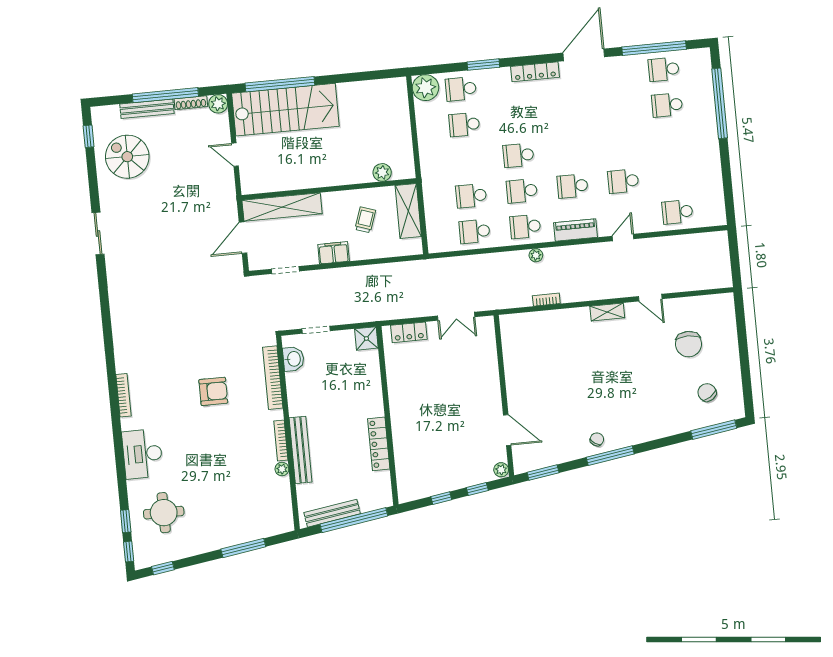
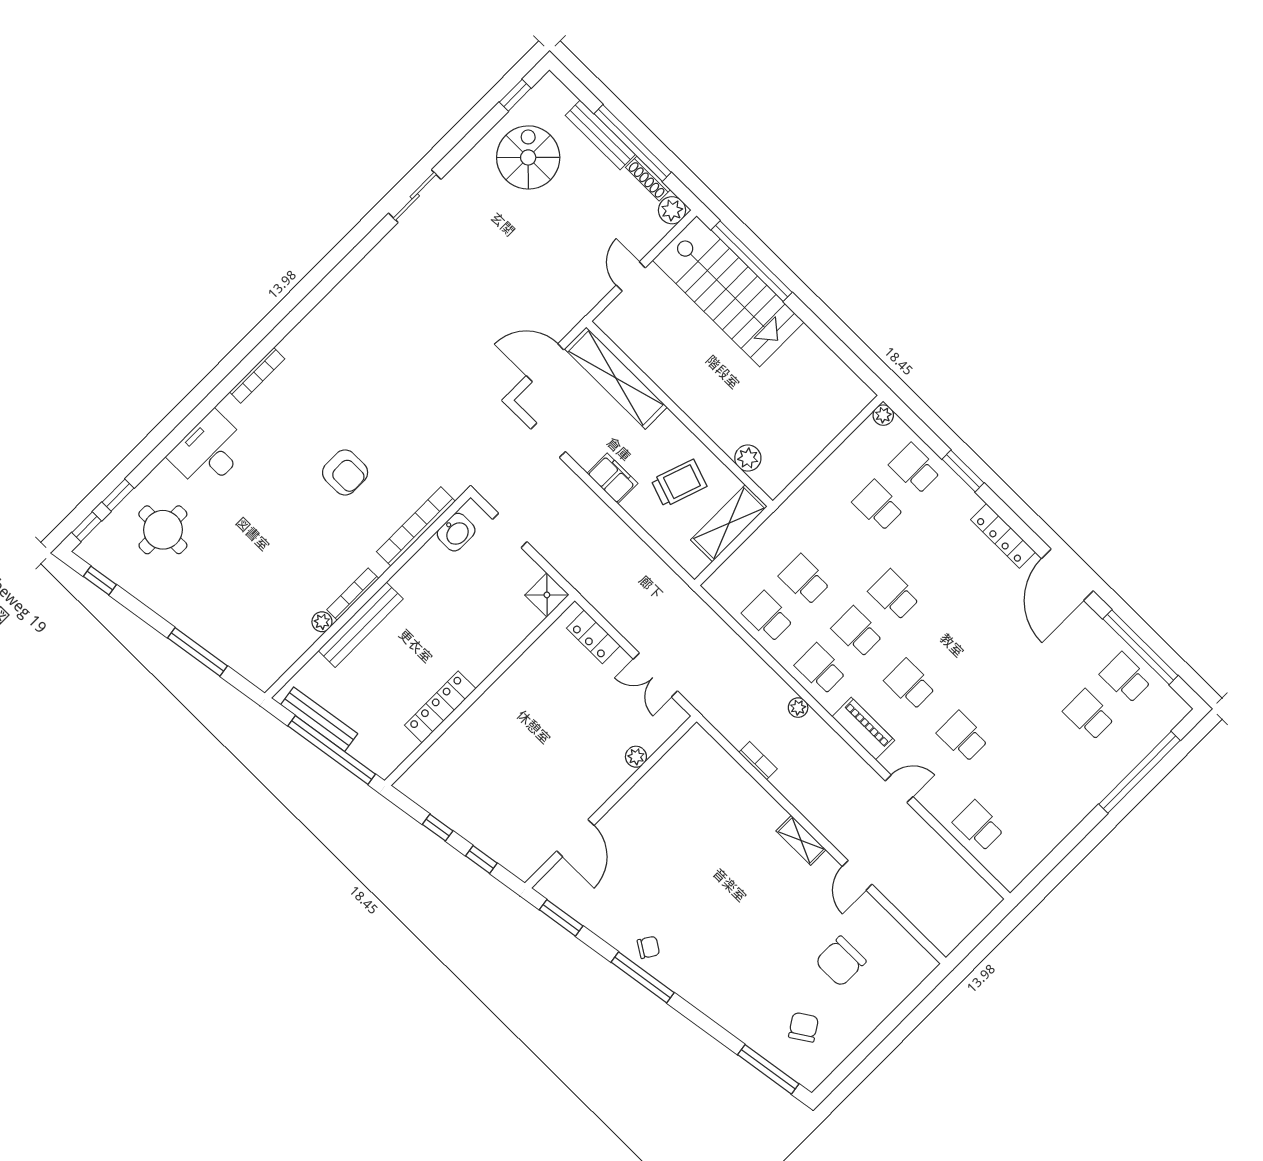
door: (584, 55) -> (1067, 575), swing flipped
plant: (426, 88) -> (883, 415), width x0.53, depth x0.53
trolley: (365, 220) -> (679, 483), width x1.36, depth x1.39
plant: (501, 470) -> (636, 757), moved

